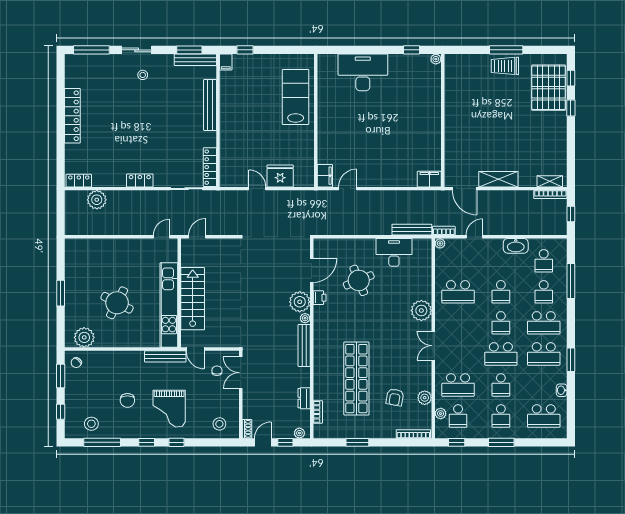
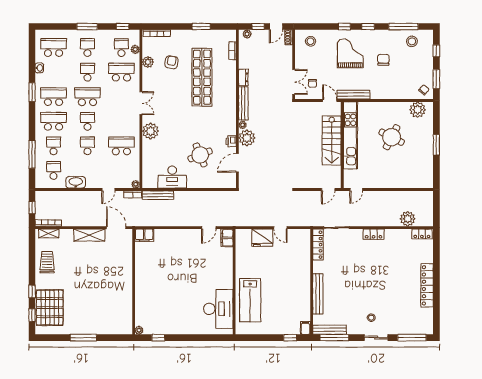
window: (189, 50) -> (334, 338), width x1.44
trolley: (505, 66) -> (47, 262), moved, turned -90
desk: (363, 72) -> (218, 309), moved, turned -90
dresser: (304, 398) -> (243, 77), moved

